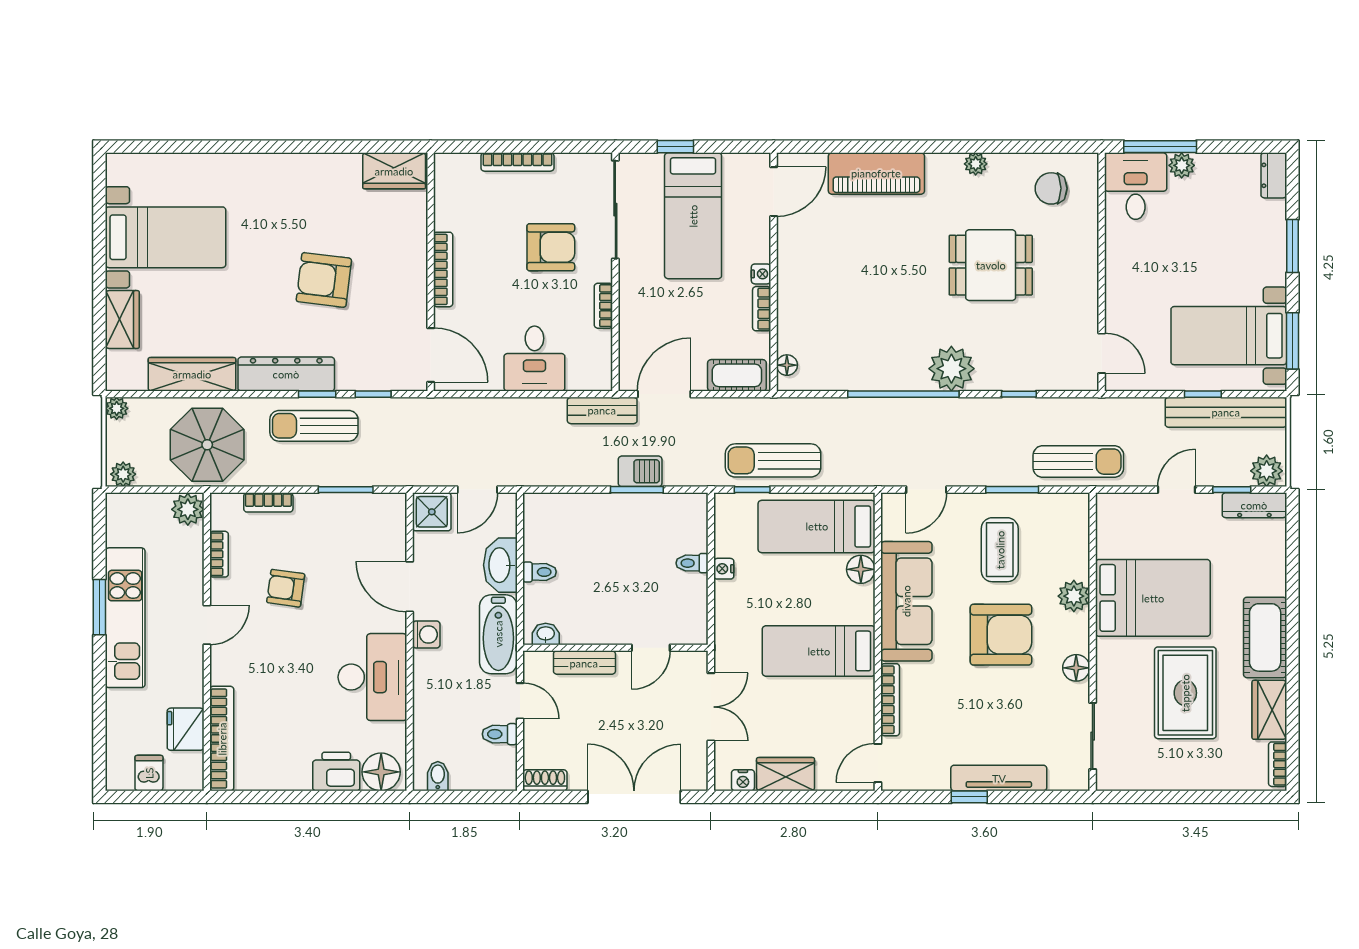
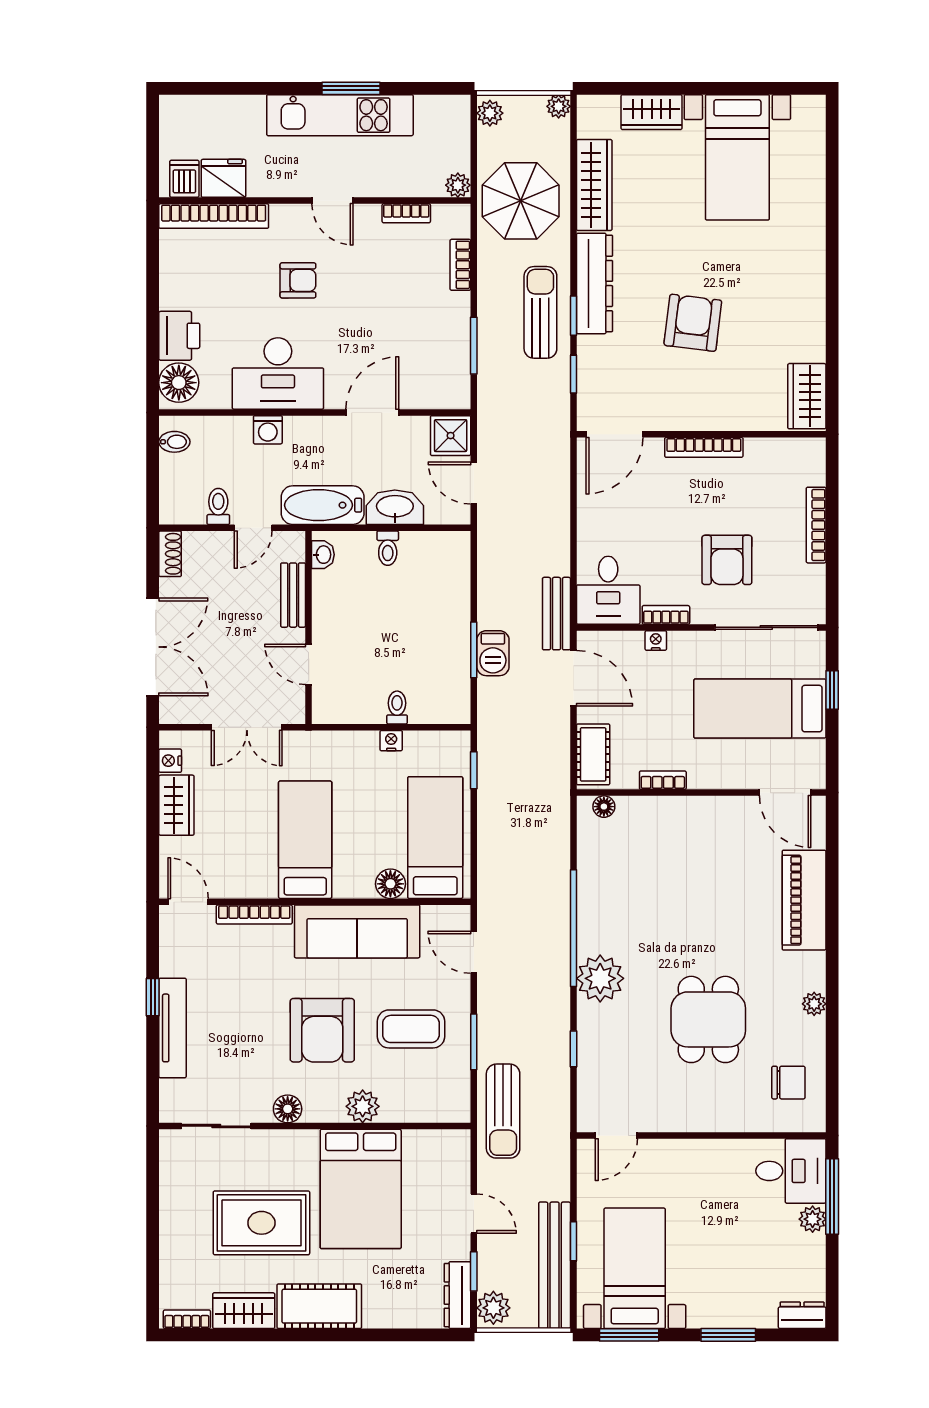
chair: (1051, 188) -> (788, 1083), turned 90
nightstand: (761, 274) -> (656, 641), moved, turned 180
desk: (534, 359) -> (608, 590), moved, turned -90
sun lounger: (773, 460) -> (504, 792), removed
plant: (188, 509) -> (458, 185), width x0.73, depth x0.73
armchair: (286, 588) -> (298, 280), moved, turned 82
washing machine: (426, 634) -> (268, 430), moved
dishwasher: (149, 773) -> (184, 179), moved, turned -90

